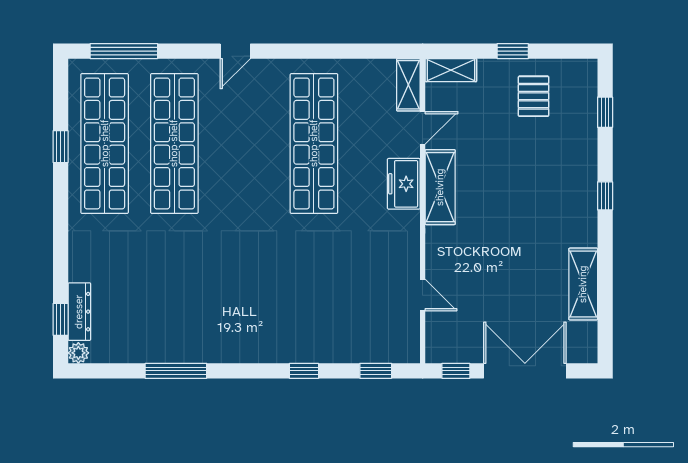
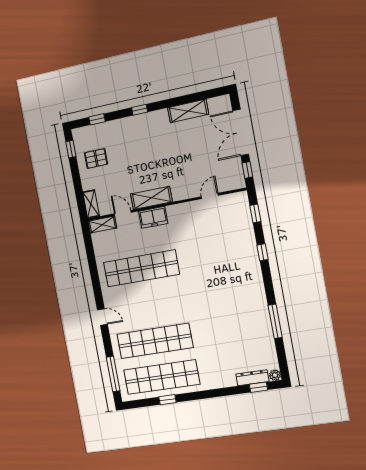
window: (513, 51) -> (71, 149), moved

